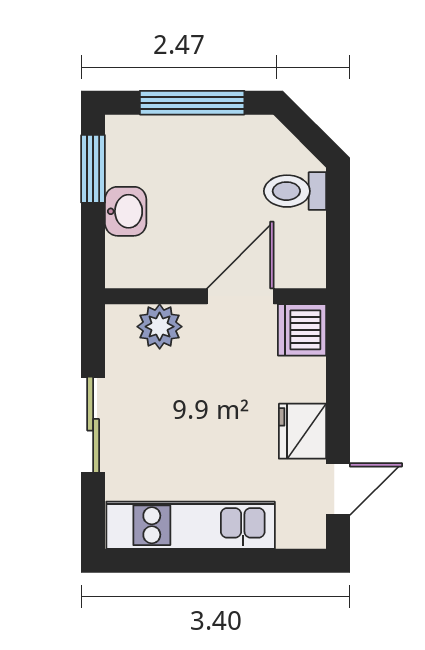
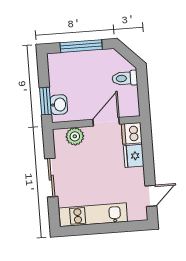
window: (93, 169) -> (45, 101), moved
washbasin: (126, 211) -> (59, 105), moved
fridge: (302, 431) -> (134, 156), moved

